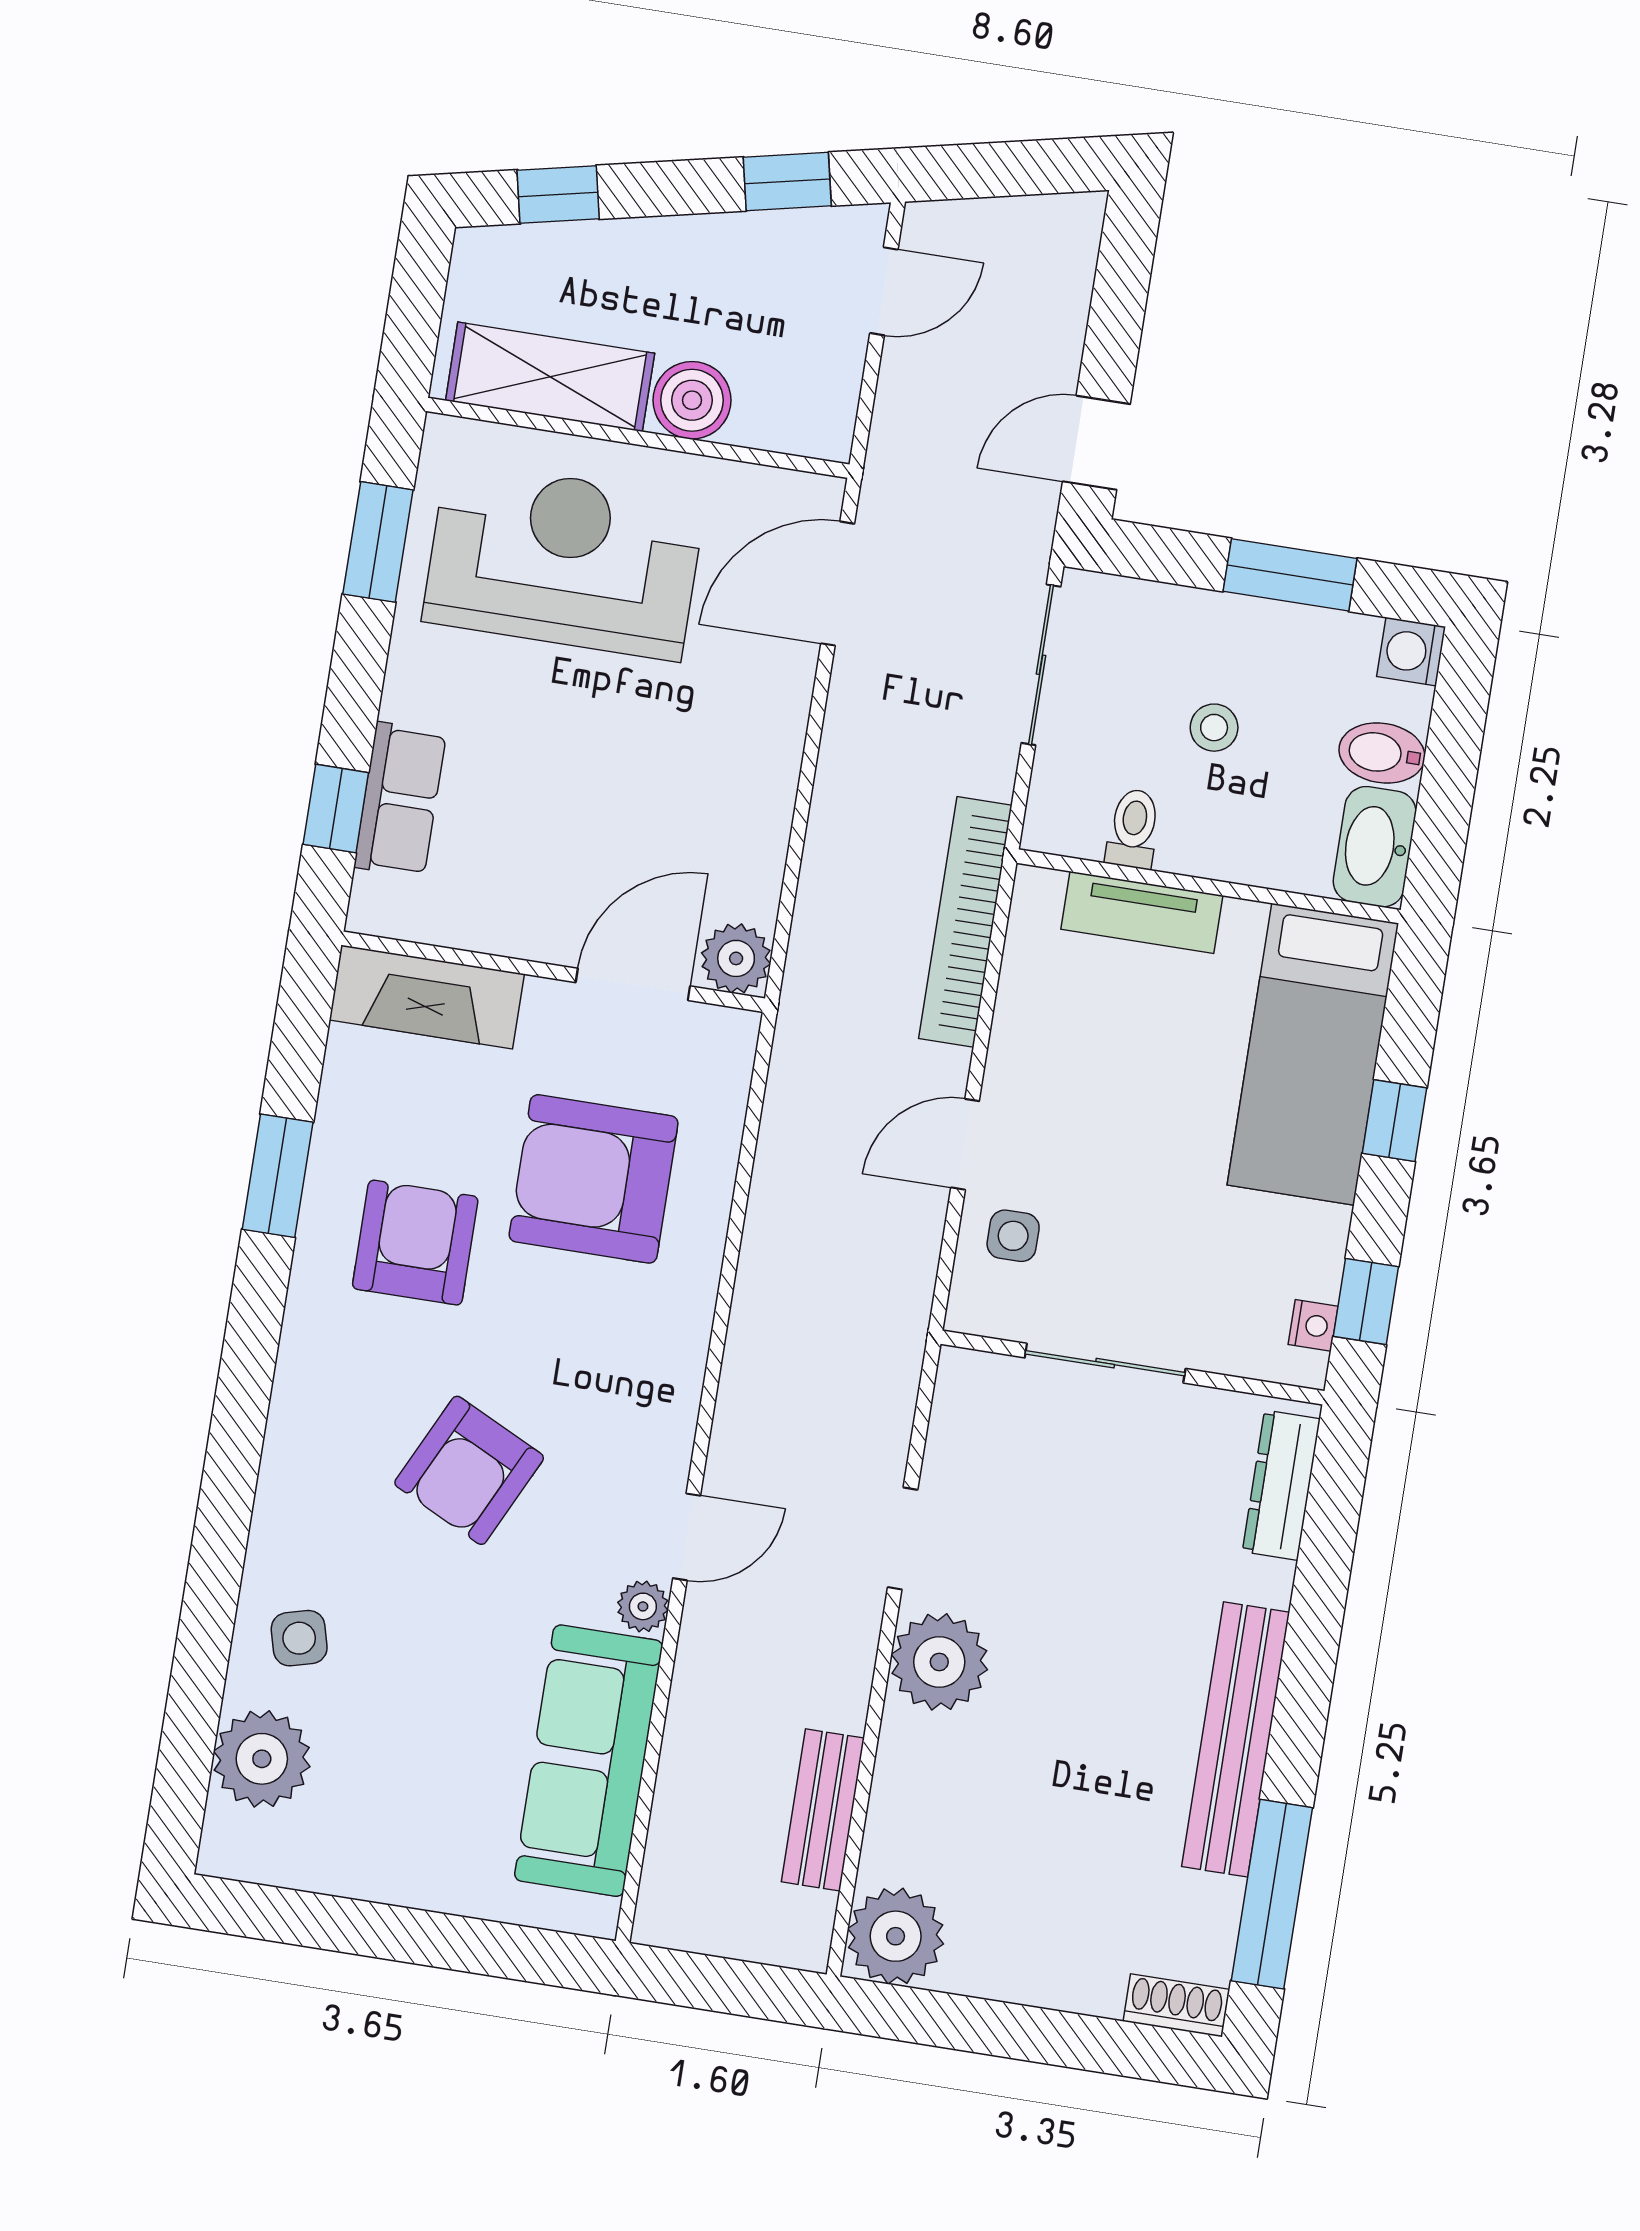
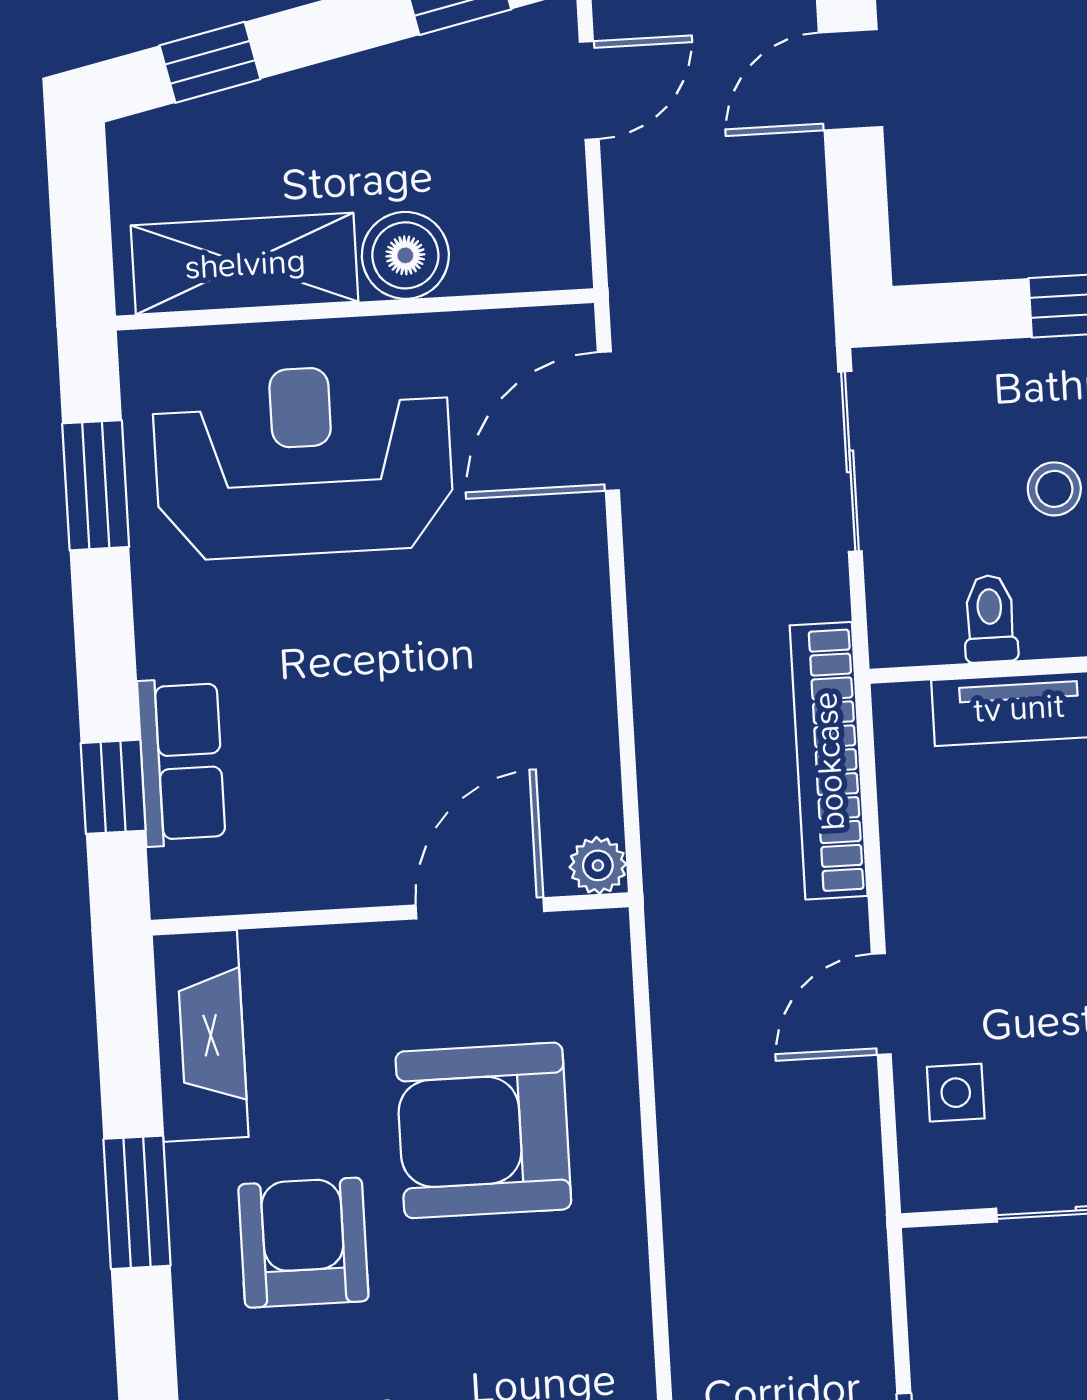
door: (1096, 443) -> (851, 80), moved
plant: (736, 958) -> (598, 865), width x0.73, depth x0.73
fireplace: (427, 997) -> (200, 1036), moved, turned -90

